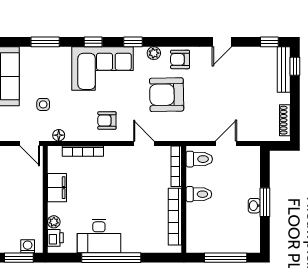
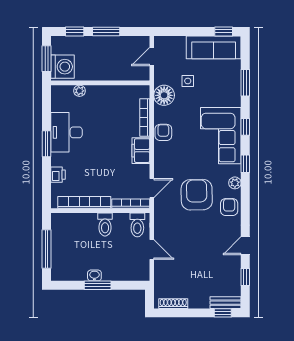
door: (222, 42) -> (245, 246), hinge flipped
window: (269, 42) -> (245, 277), moved
bench: (284, 70) -> (225, 303), width x0.73
armchair: (107, 121) -> (163, 132), moved
floor lamp: (59, 135) -> (164, 95), width x1.89, depth x1.89
door: (30, 143) -> (152, 56), moved
door: (144, 143) -> (152, 188), moved
filing cabinet: (57, 188) -> (141, 151), moved, turned 90
printer: (55, 238) -> (58, 175), moved, turned -90
washing machine: (28, 246) -> (63, 67), width x1.89, depth x1.89
window: (111, 258) -> (47, 144), width x0.47

